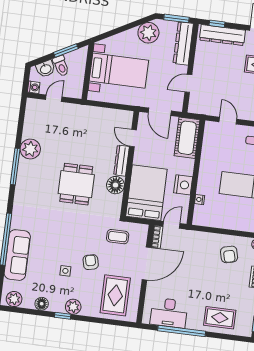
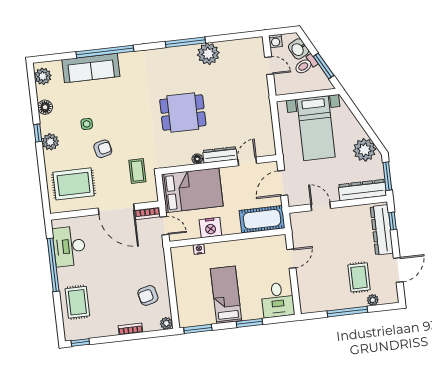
floor lamp: (115, 185) -> (197, 159), width x0.53, depth x0.53

